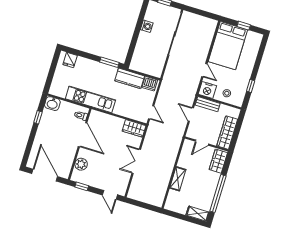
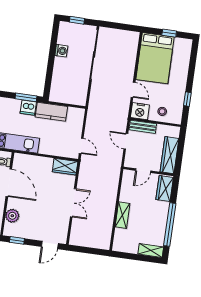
dishwasher: (150, 84) -> (28, 108), moved
double door: (136, 161) -> (73, 203), swing flipped
door: (110, 195) -> (50, 245), hinge flipped

